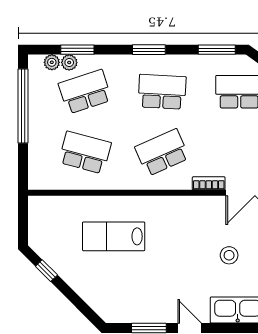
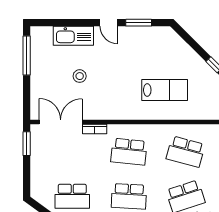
school desk: (162, 153) -> (129, 152), turned 30

